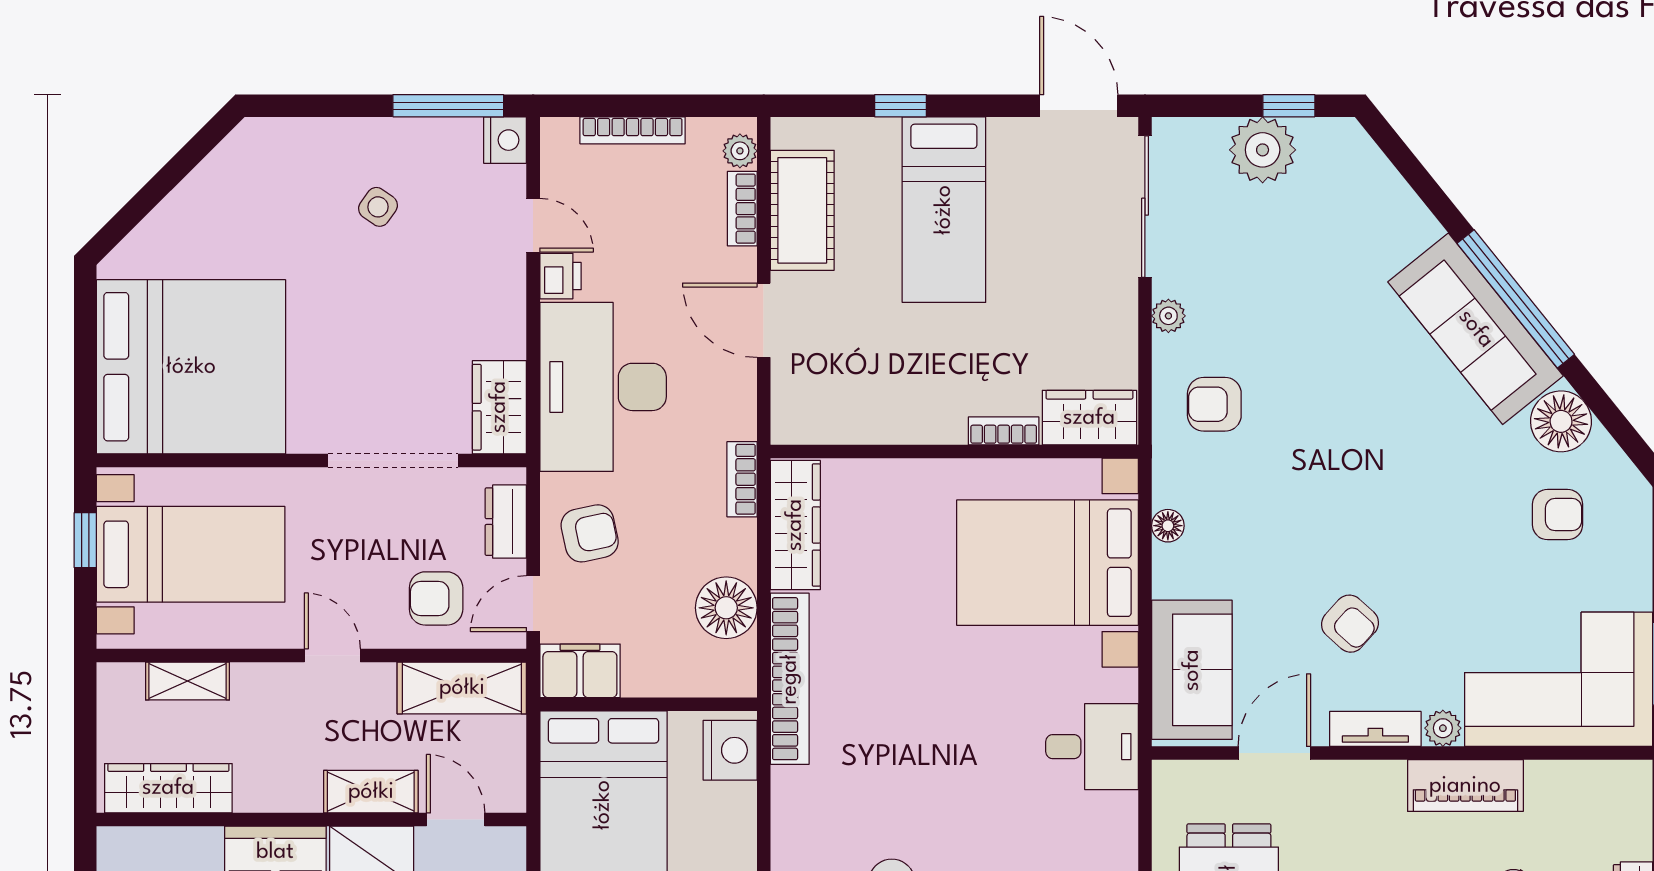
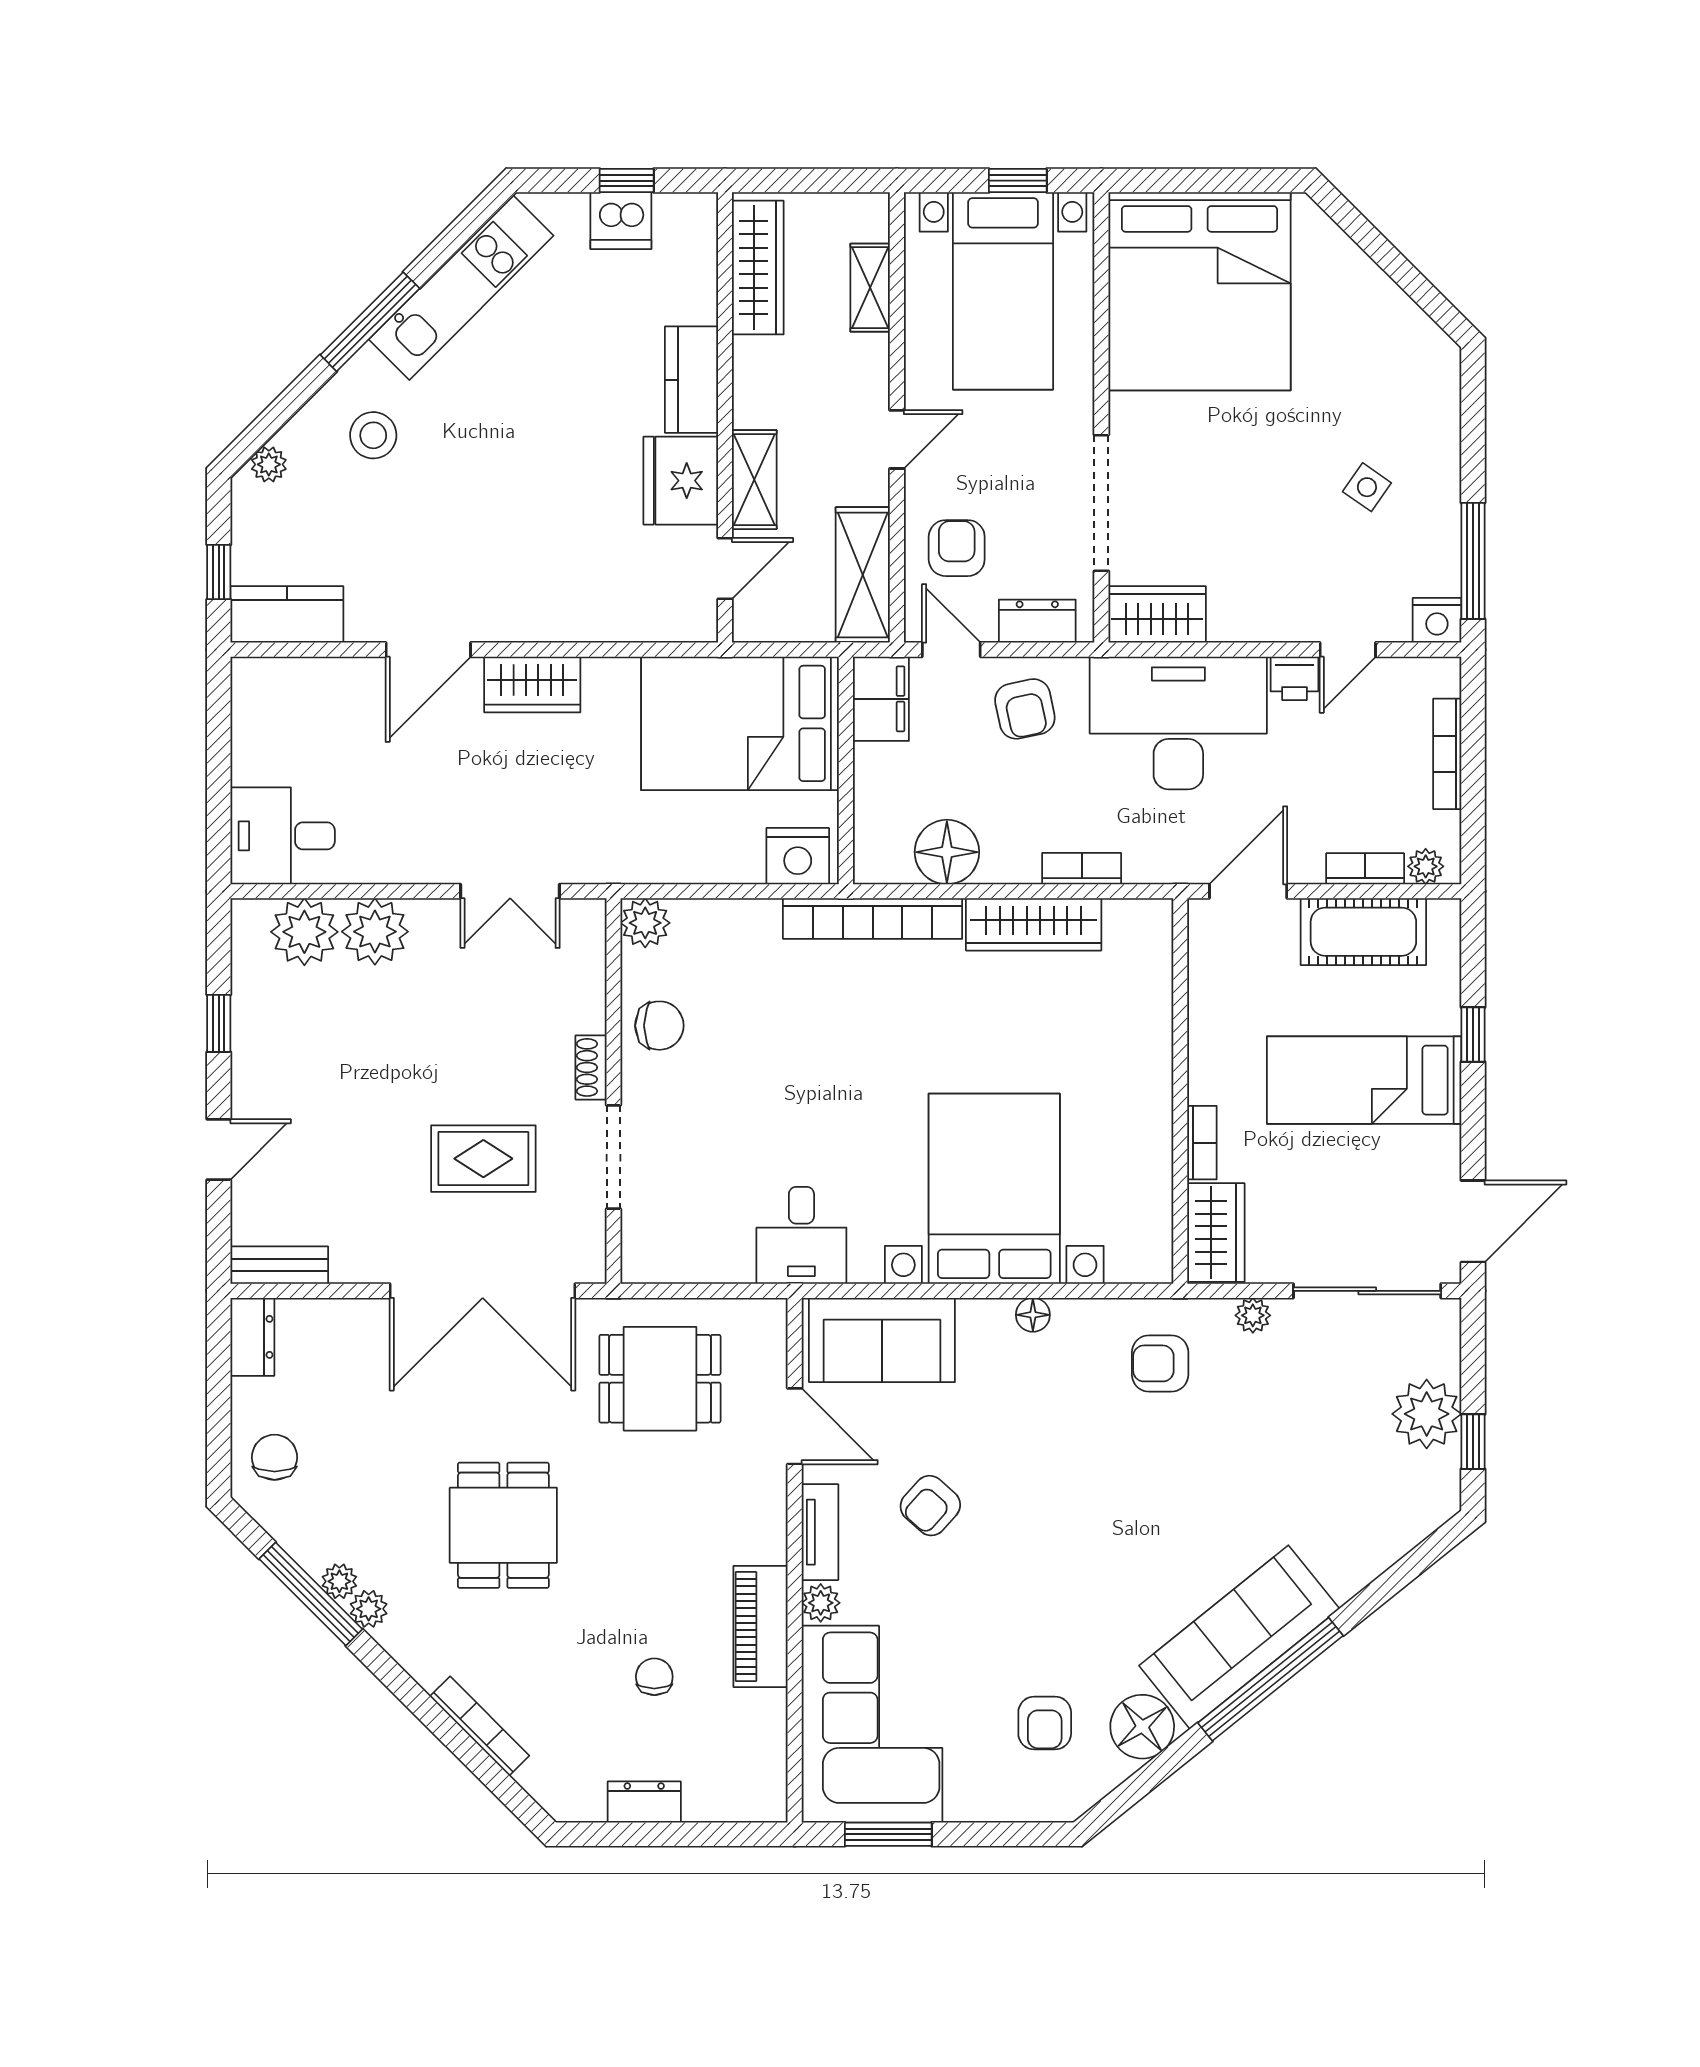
armchair: (1214, 404) -> (1160, 1363), turned -90
wardrobe: (1089, 418) -> (1216, 1233), moved
bookcase: (1004, 431) -> (1202, 1143), moved
wall: (954, 452) -> (1180, 1091), moved

